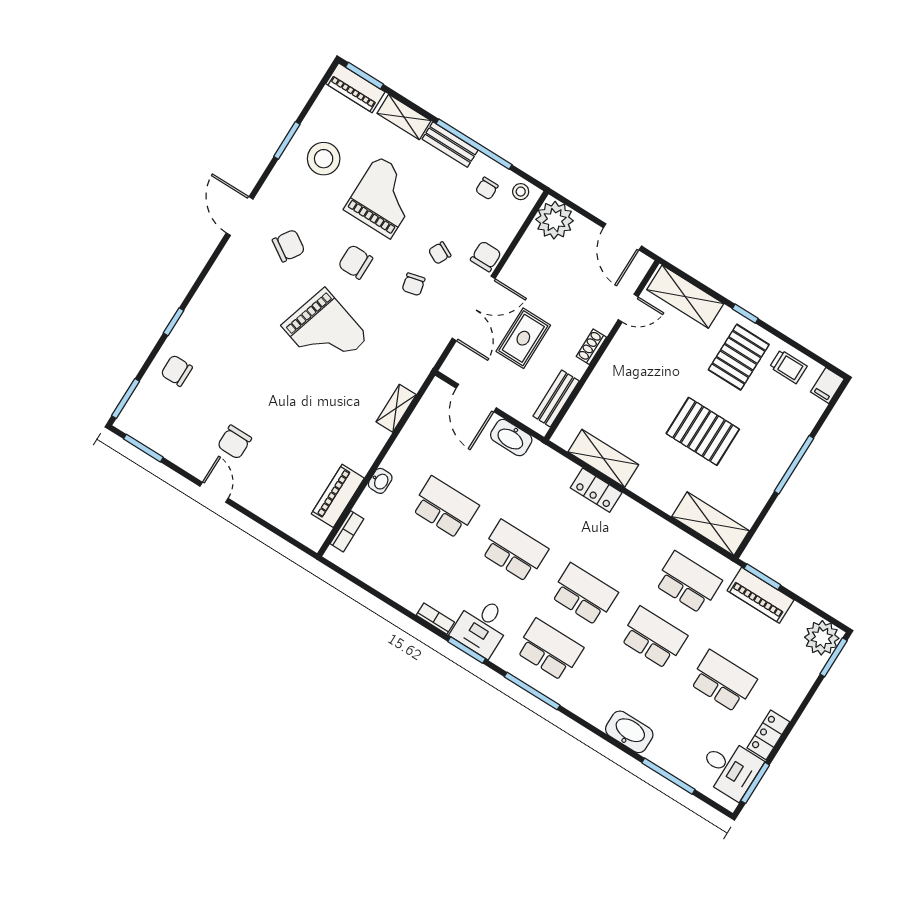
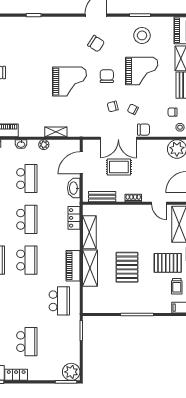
grand piano: (325, 332) -> (69, 82), turned -107
chair: (177, 371) -> (14, 29), removed
plant: (405, 442) -> (44, 145), added
locker: (596, 490) -> (74, 218), moved
shelving: (710, 524) -> (90, 268), moved
piano: (760, 595) -> (73, 266), moved
school desk: (653, 638) -> (27, 301), removed

